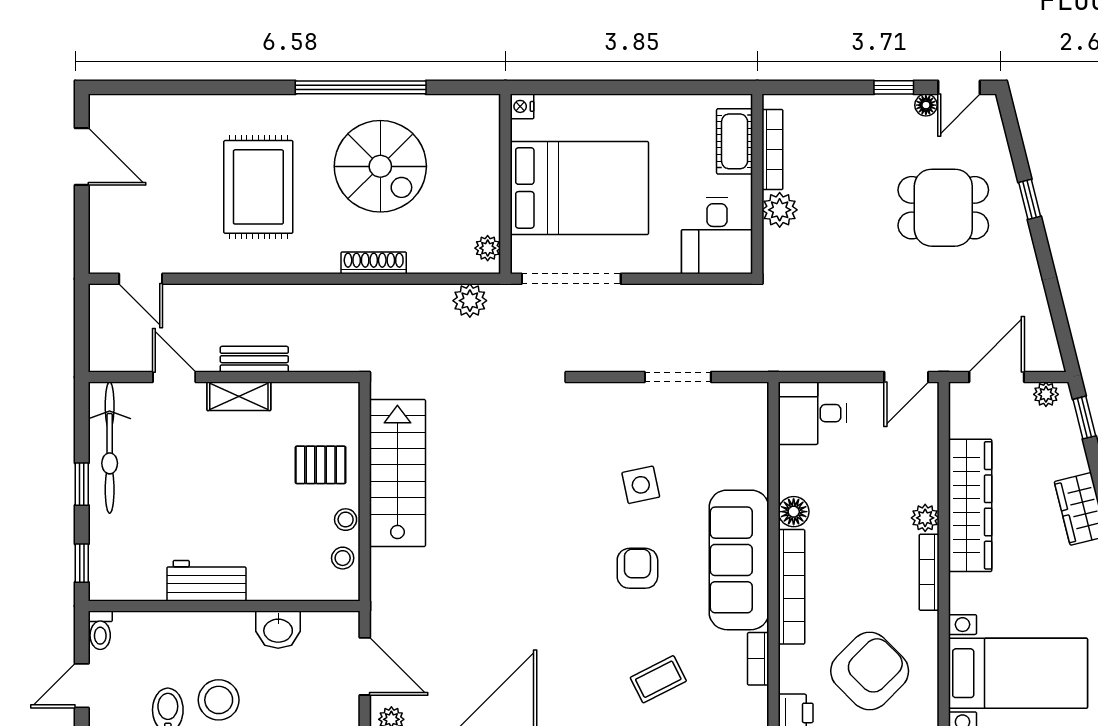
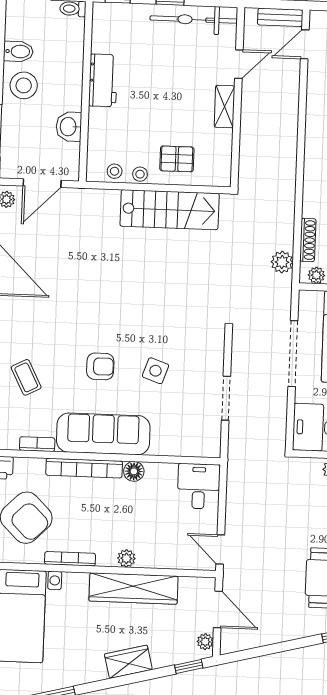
shoe rack: (374, 263) -> (308, 240), moved
doorway: (571, 279) -> (293, 354), moved
bench: (254, 359) -> (280, 17), moved, turned 90
pallet: (321, 465) -> (177, 159), turned 90
side table: (641, 485) -> (156, 371), turned 31
bookcase: (929, 572) -> (70, 559), moved

